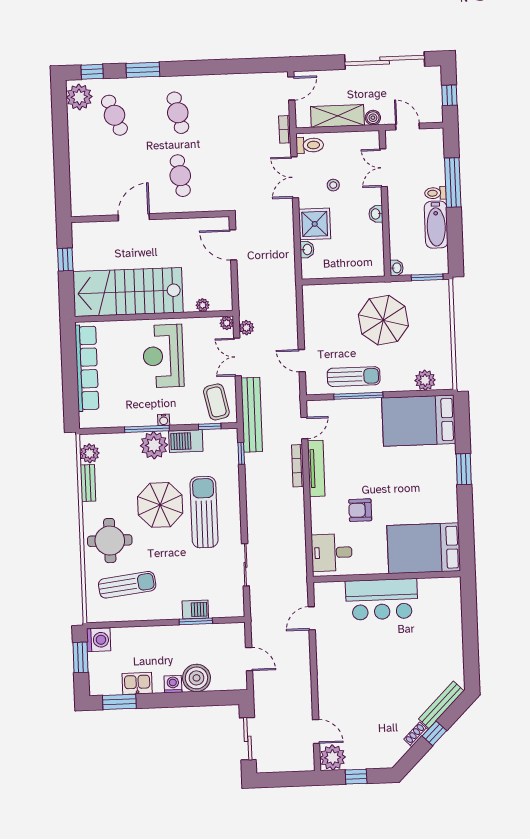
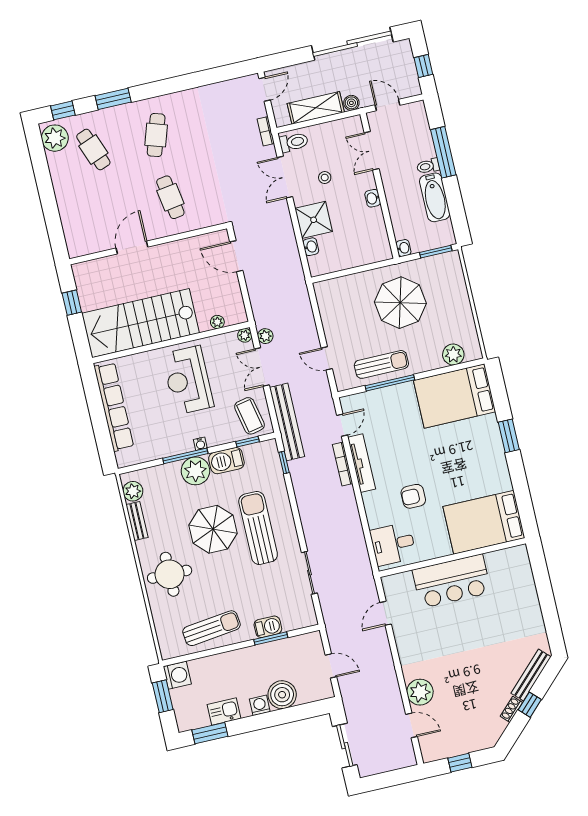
cafe table: (178, 113) -> (156, 135), turned 30
sun lounger: (127, 585) -> (211, 628), moved
plant: (333, 757) -> (420, 692), moved

